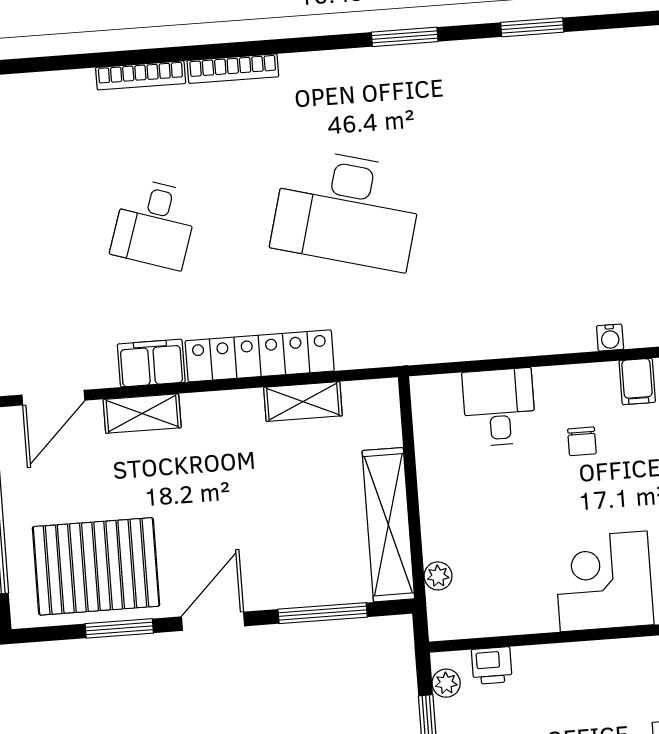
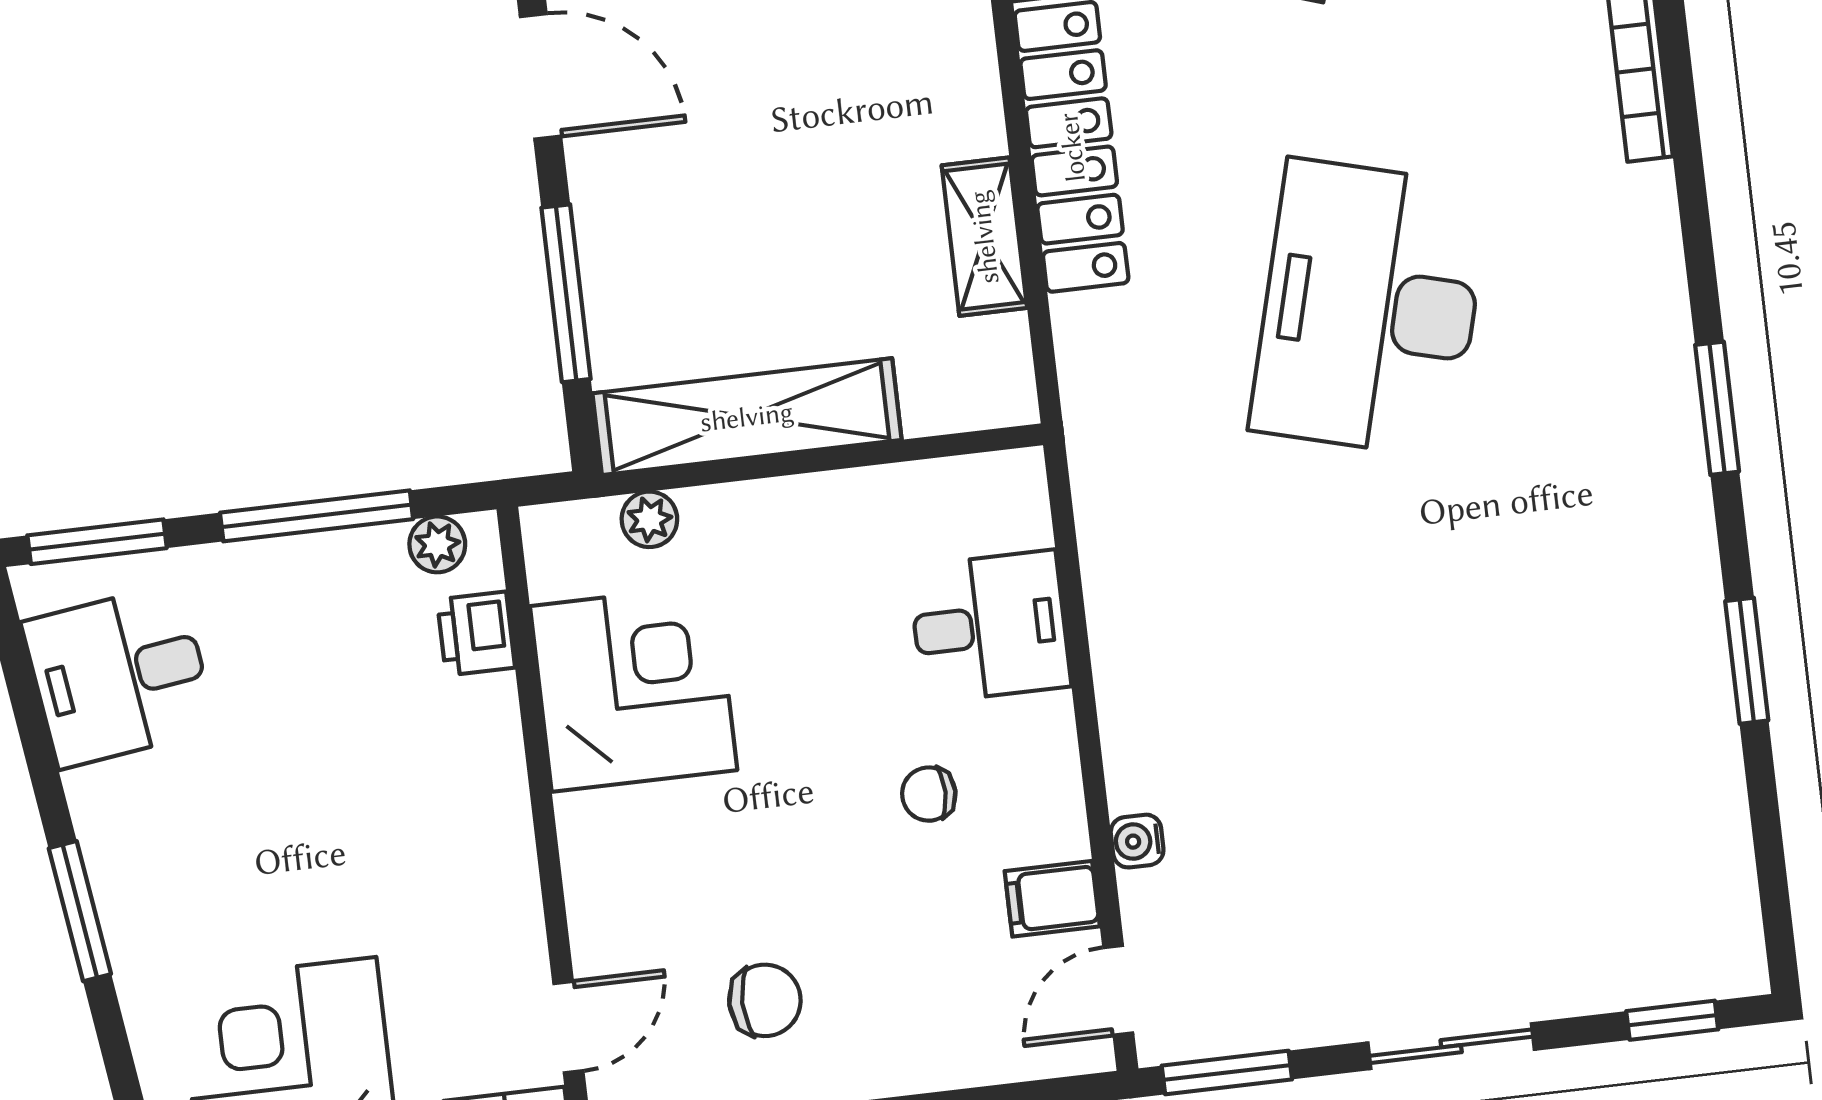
corner desk: (604, 581) -> (634, 688), moved

